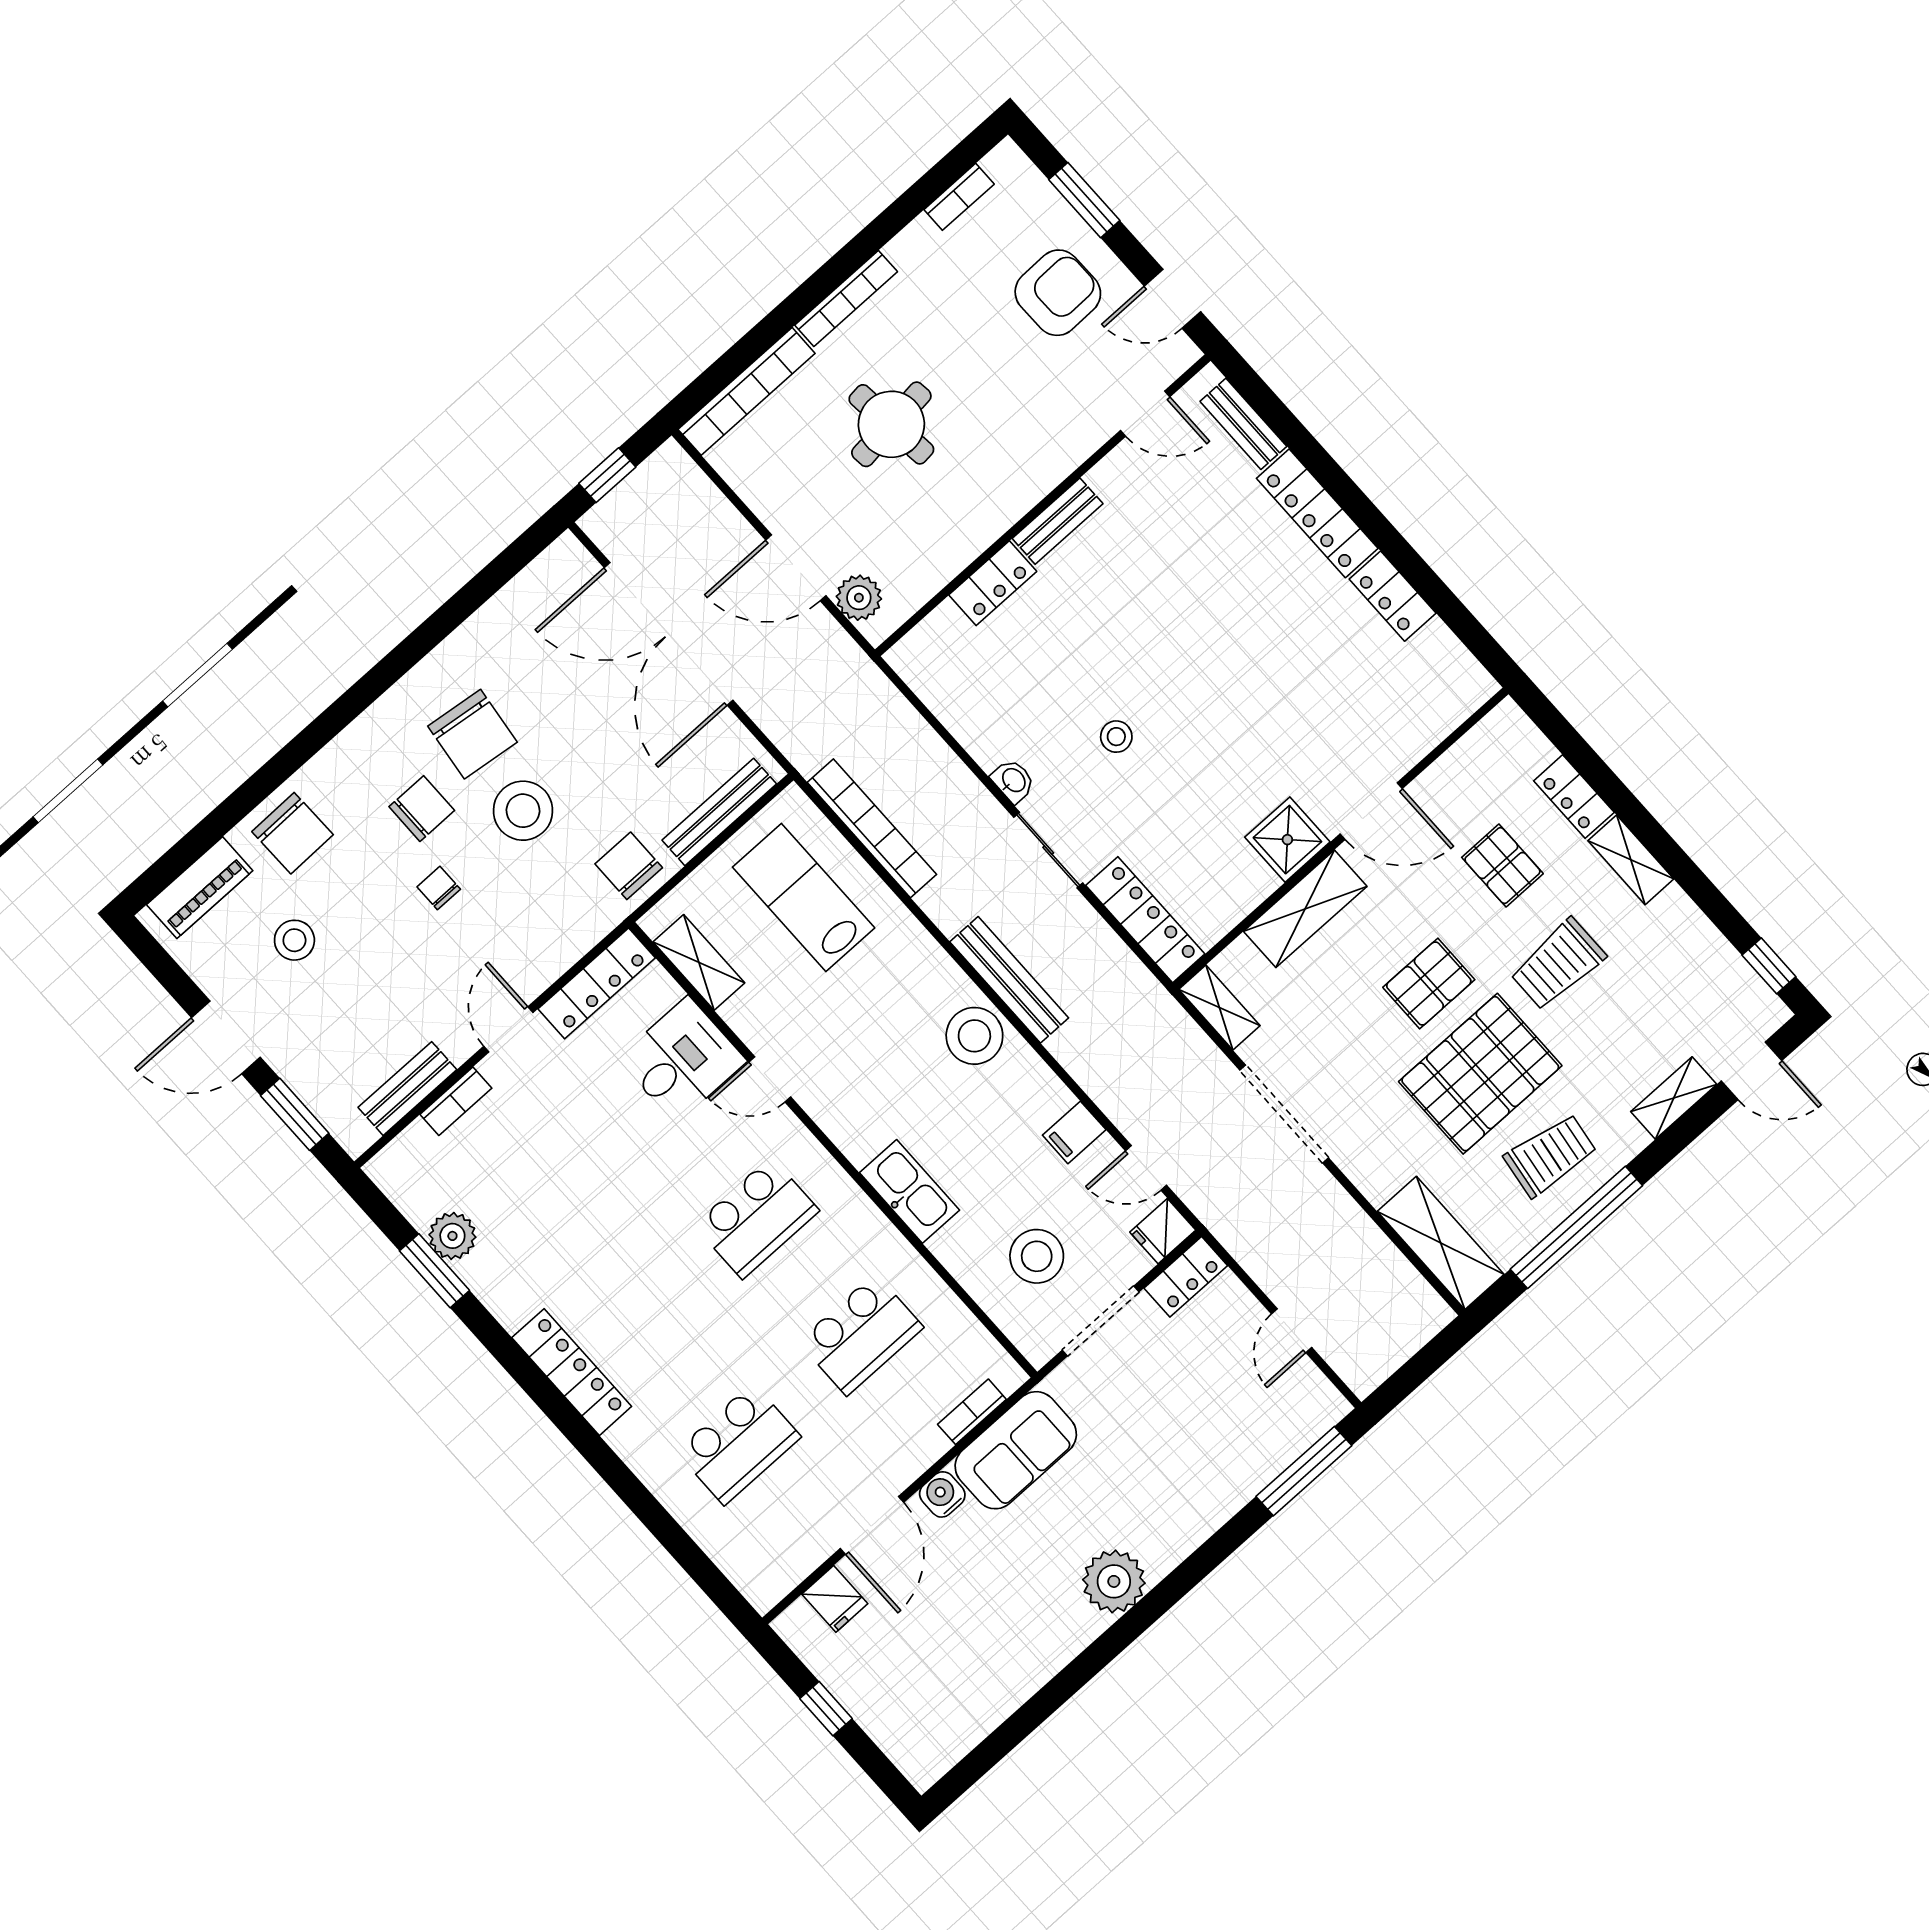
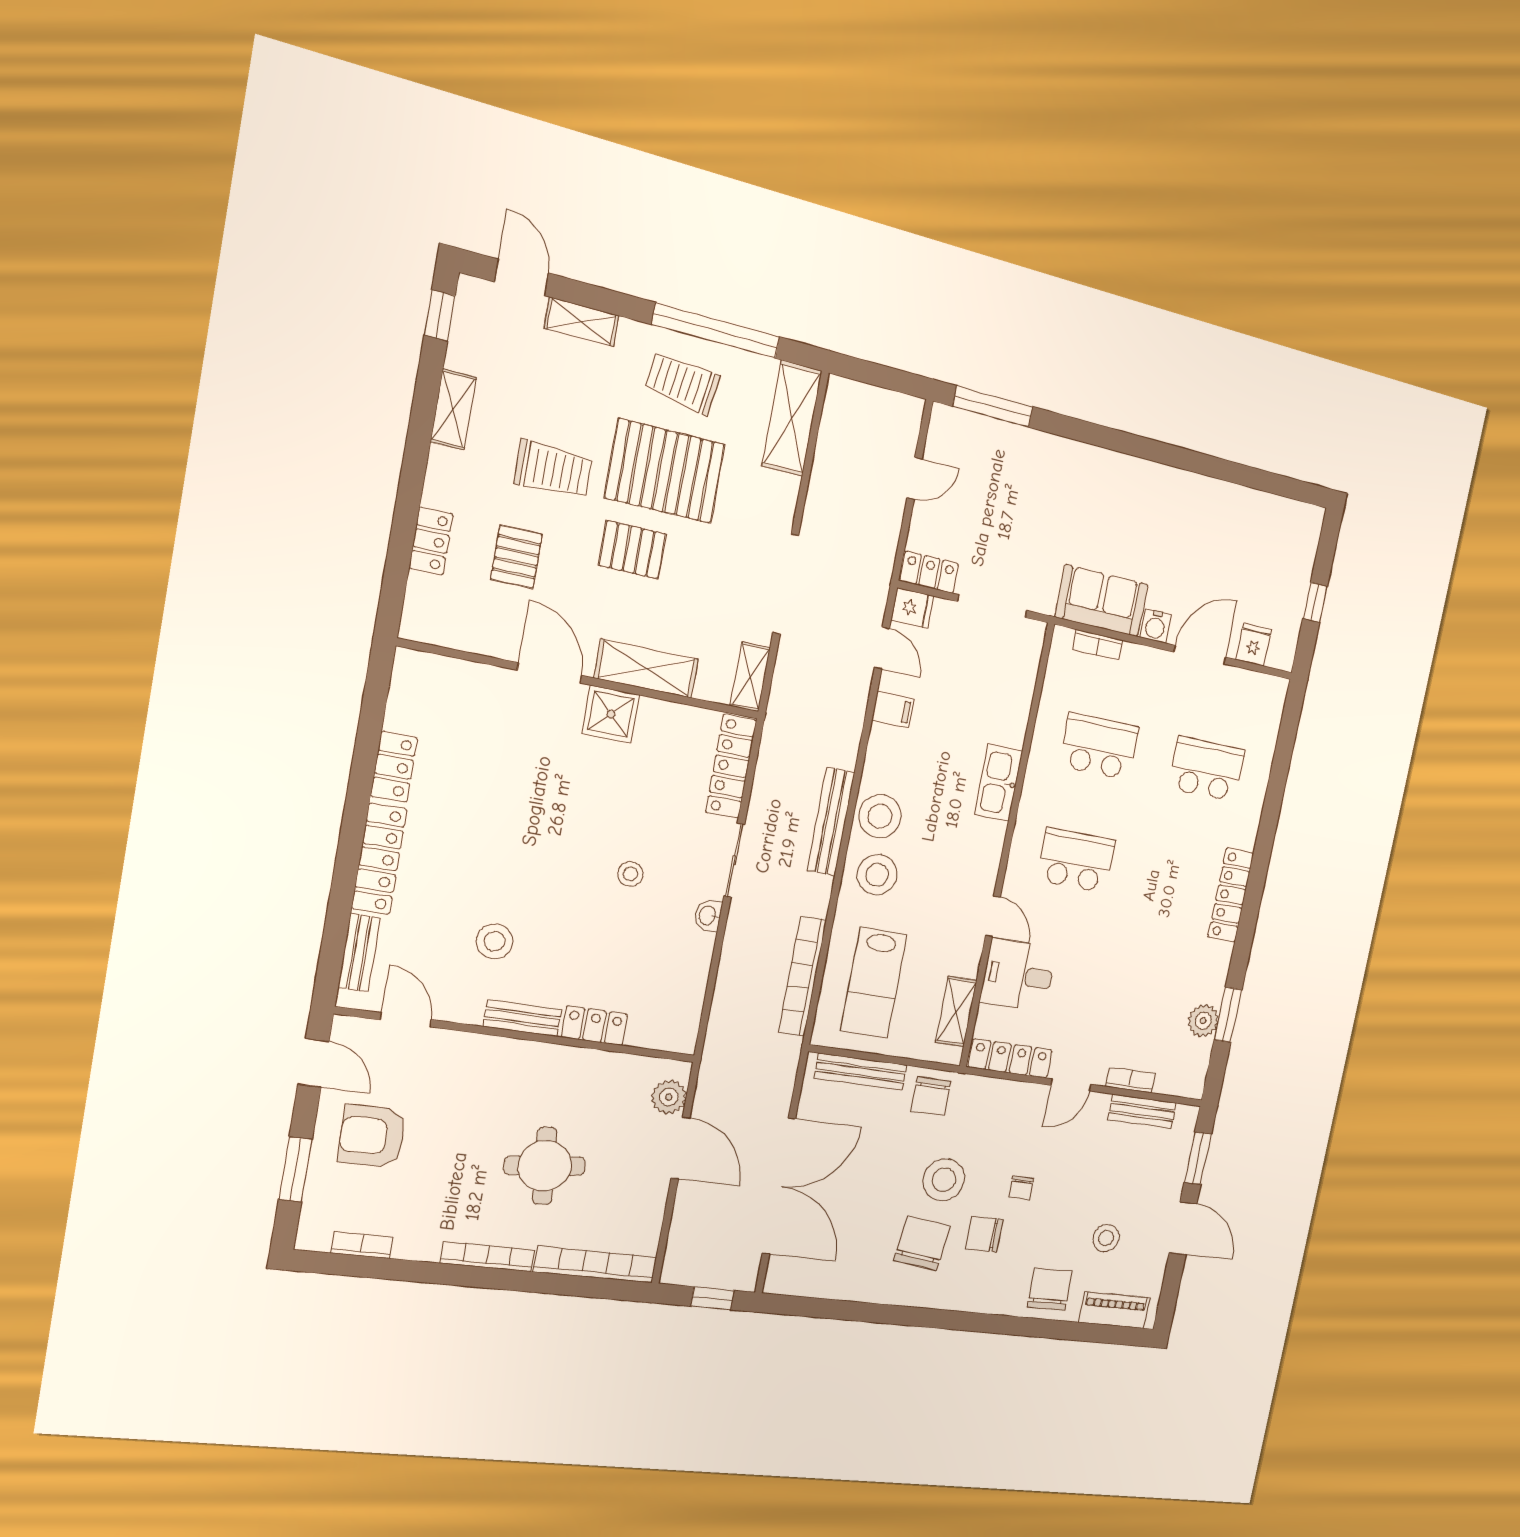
stool: (1154, 555) -> (495, 941), added
shelving: (1631, 860) -> (453, 409), moved
stool: (1037, 1256) -> (877, 875), moved
plant: (1114, 1581) -> (1136, 481), removed

